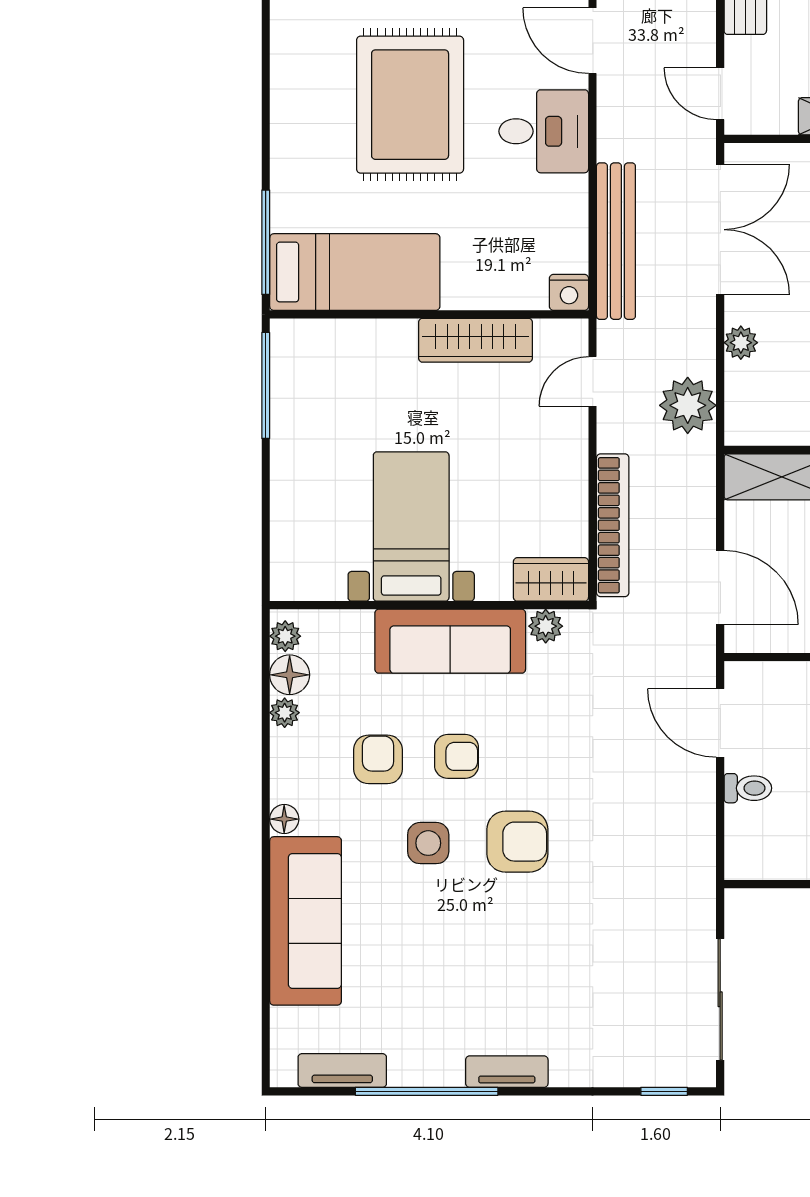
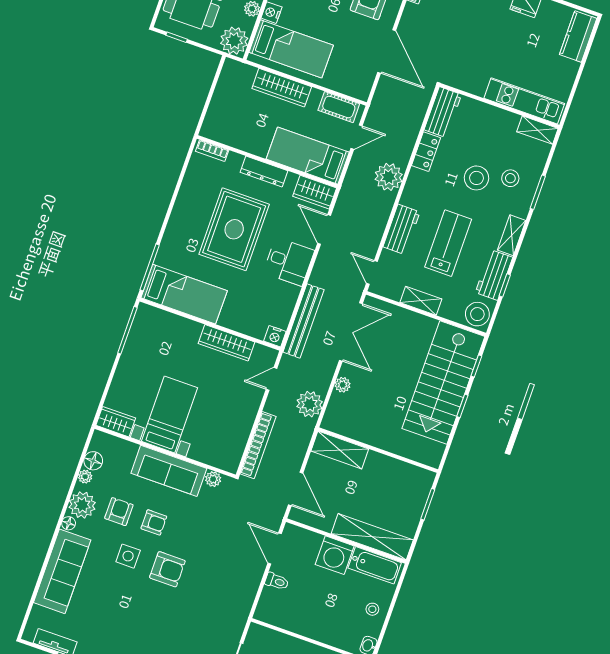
wardrobe: (551, 579) -> (116, 422), moved
plant: (285, 636) -> (82, 505), moved, width x1.87, depth x1.87

